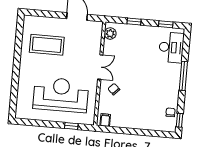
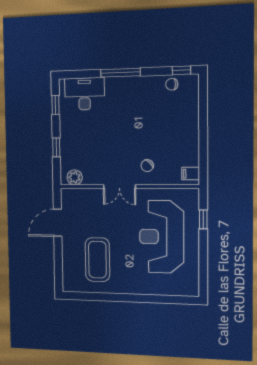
double door: (100, 67) -> (119, 187), swing flipped

